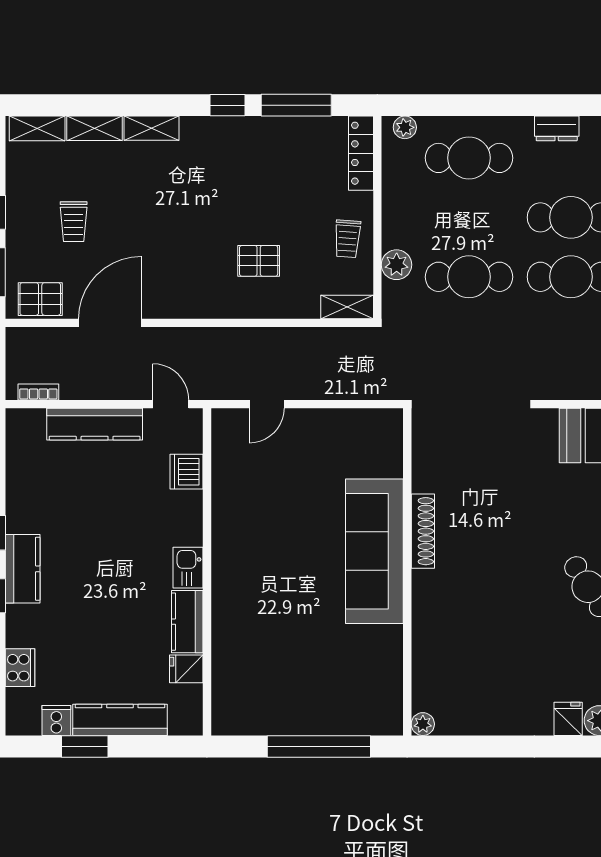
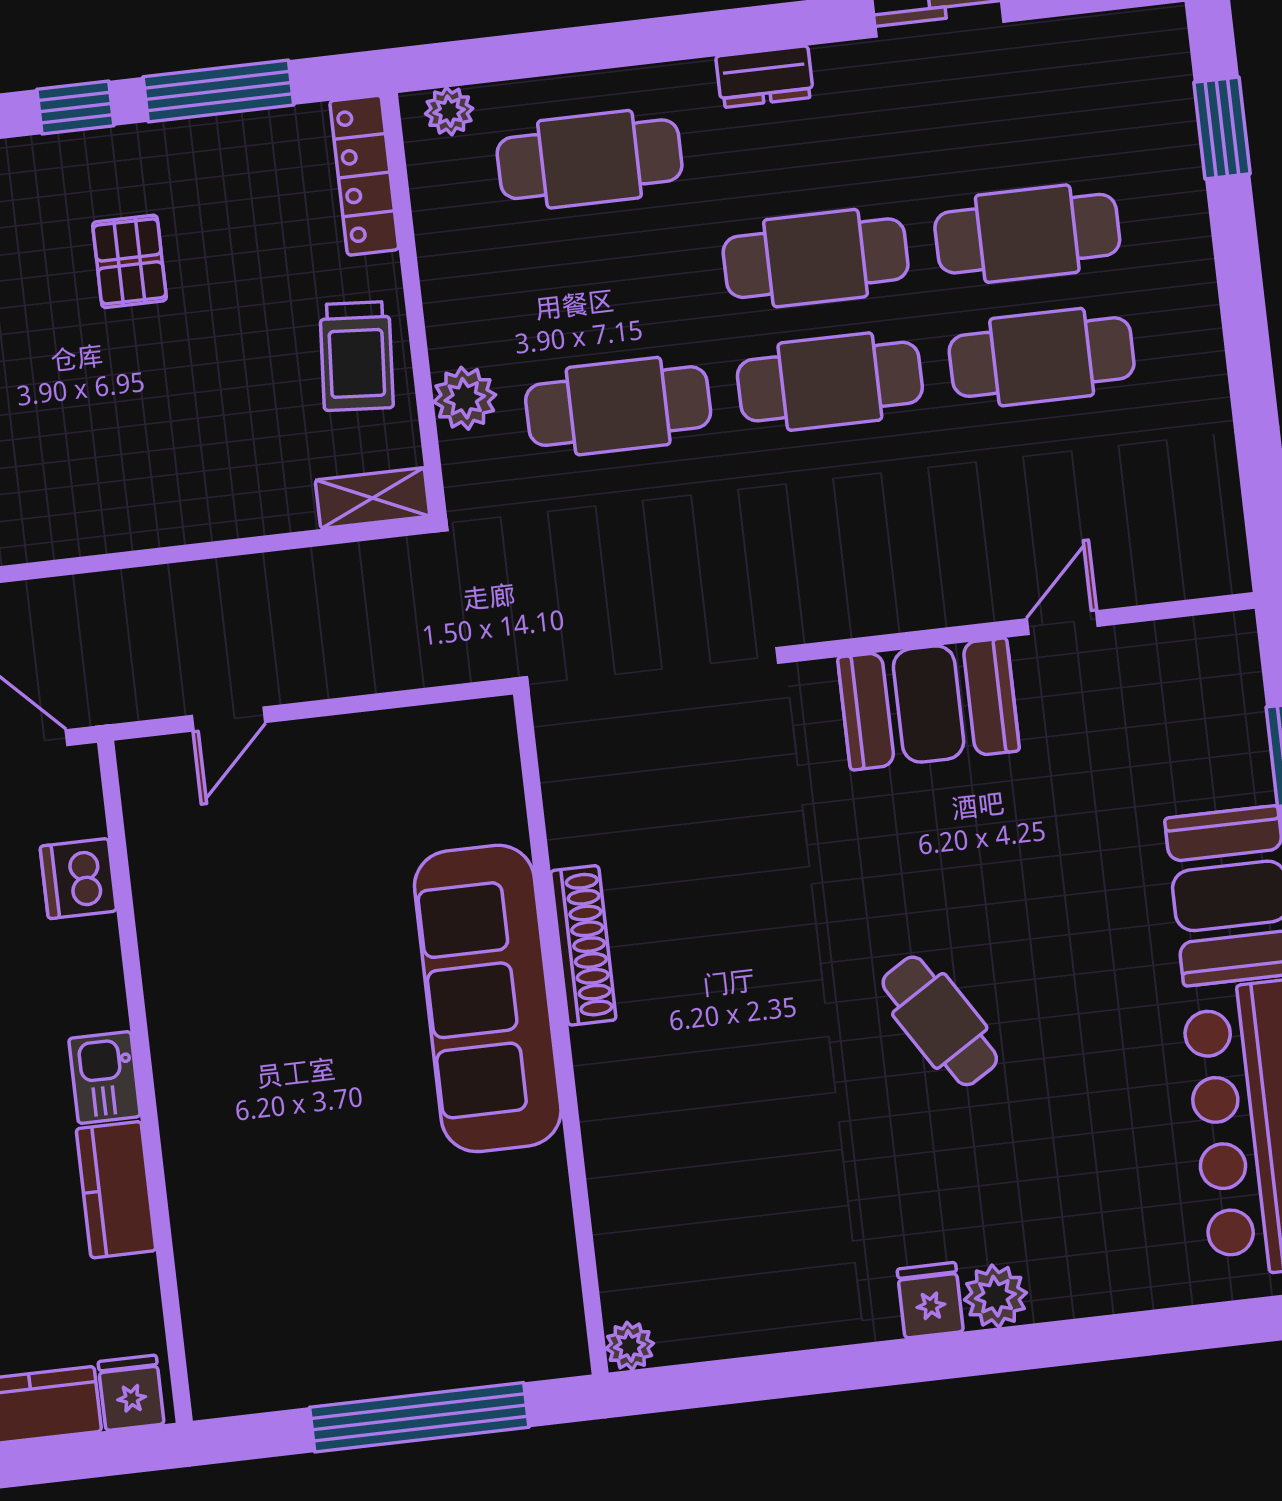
trolley: (347, 239) -> (357, 356), width x1.36, depth x1.39
pallet: (259, 261) -> (130, 261), moved, turned 90
fridge: (186, 669) -> (131, 1393), moved, turned 90

